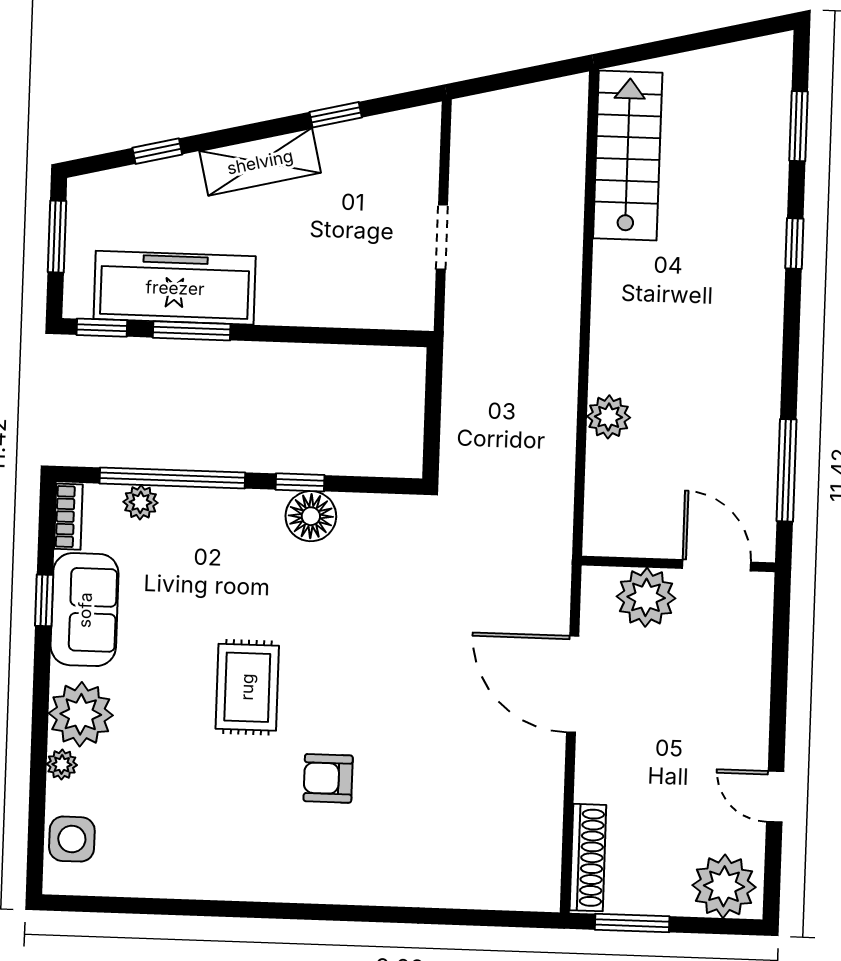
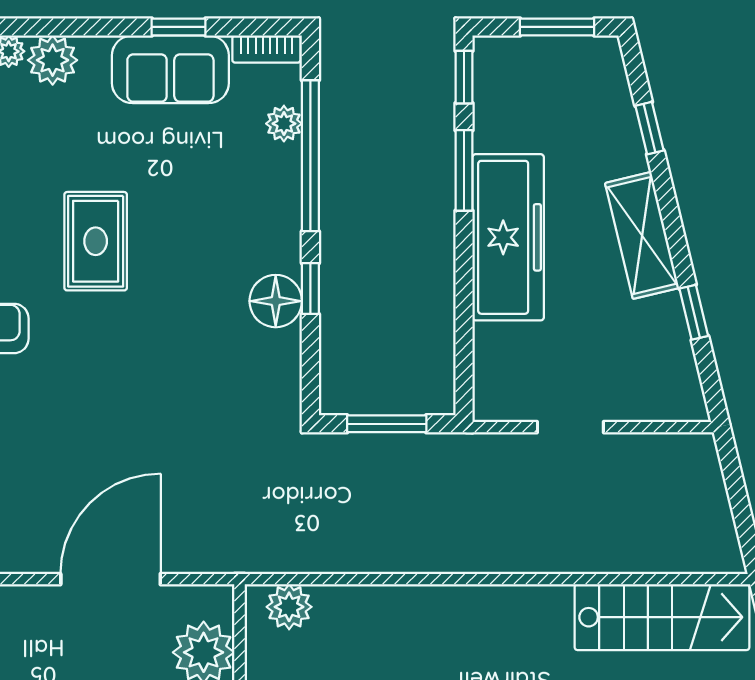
freezer: (175, 288) -> (508, 237), moved
window: (433, 414) -> (387, 424), added
plant: (609, 417) -> (289, 607), moved
rug: (247, 687) -> (96, 241), turned 90
plant: (81, 714) -> (53, 60), width x0.73, depth x0.73

